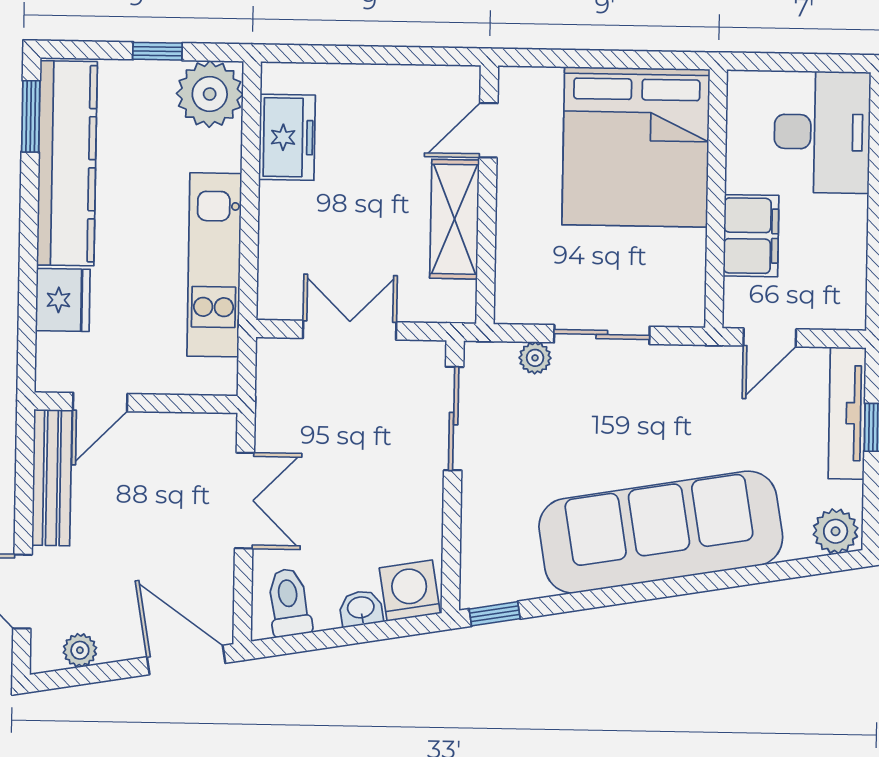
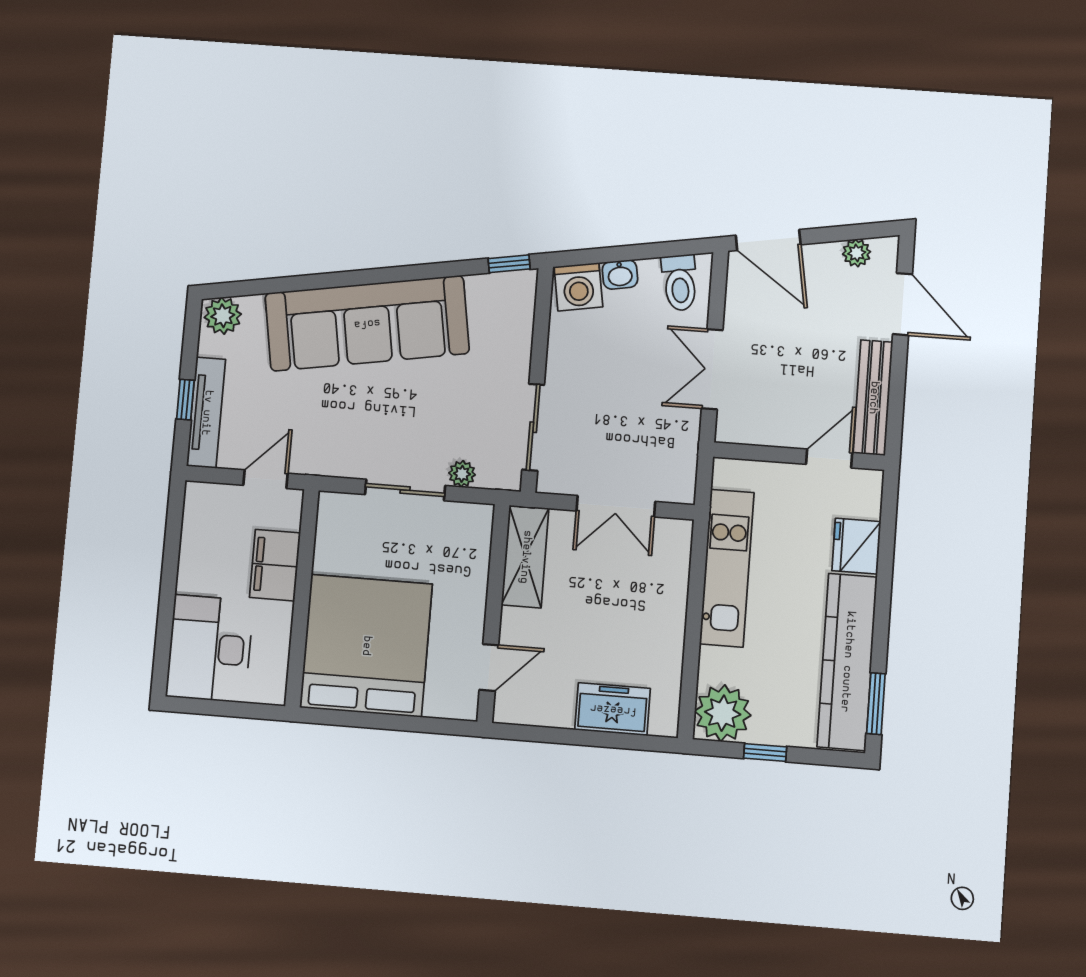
freezer: (287, 137) -> (613, 709), moved, turned 90
shelving: (455, 219) -> (525, 557), moved

